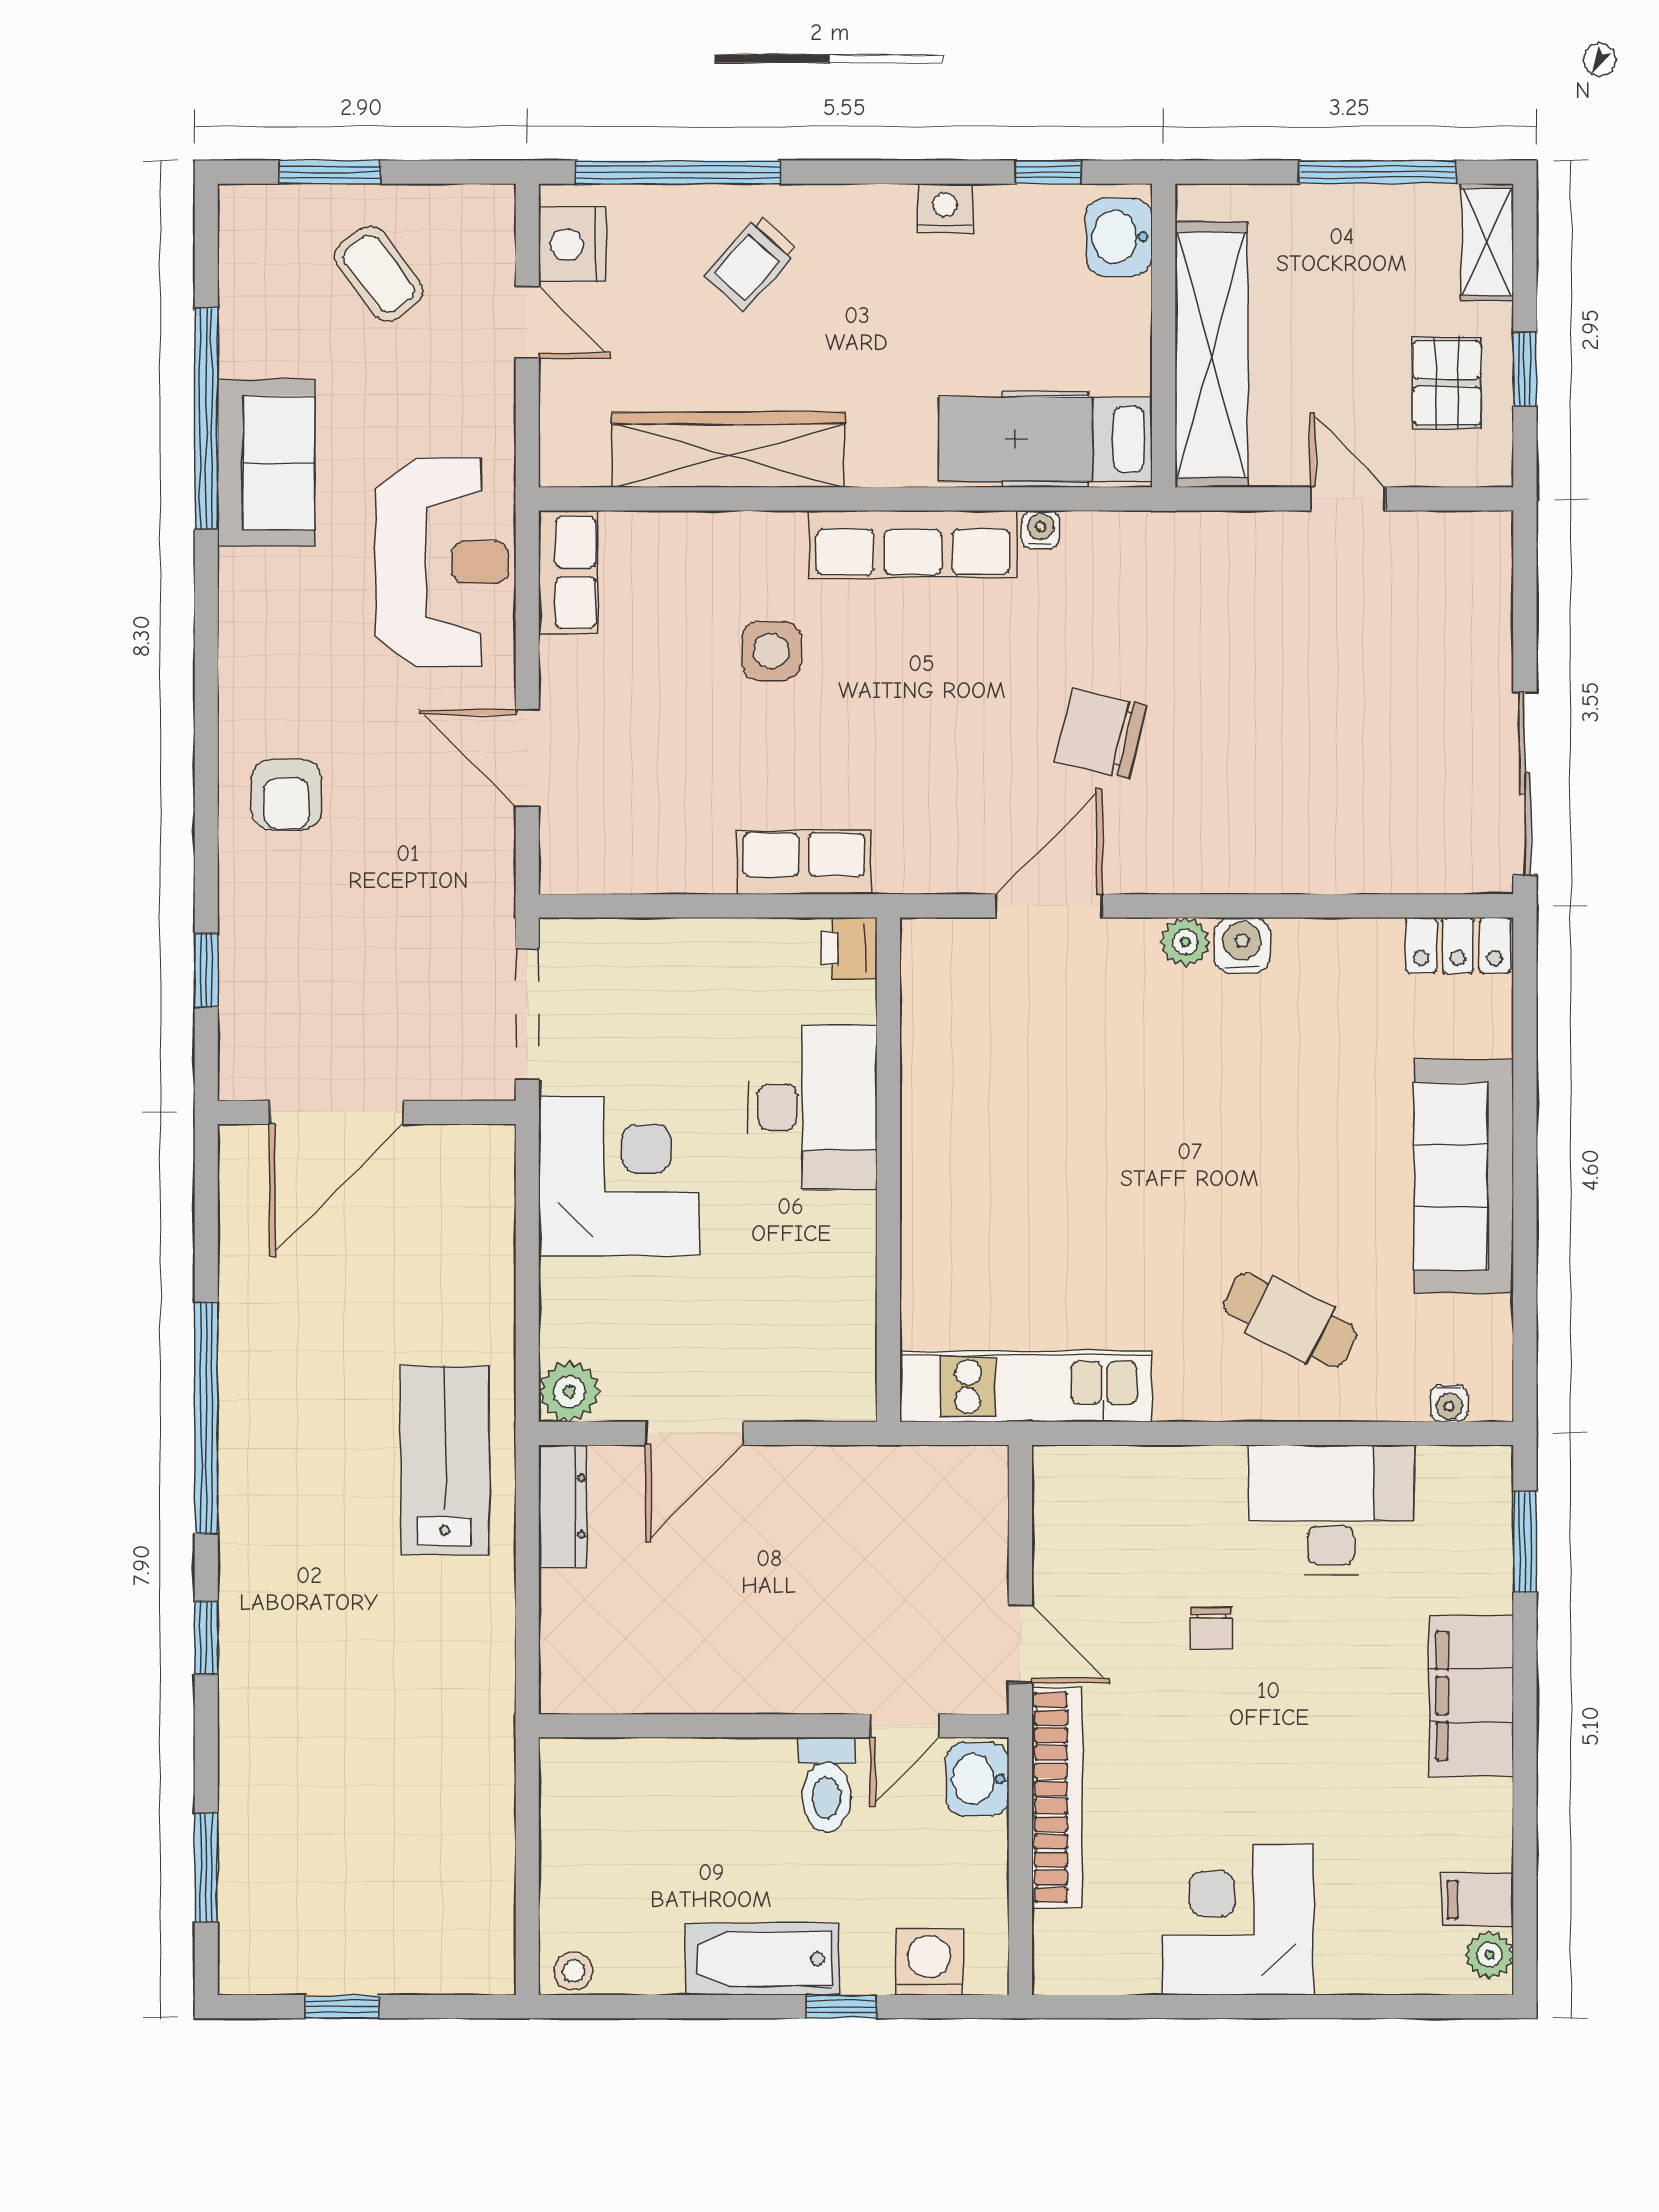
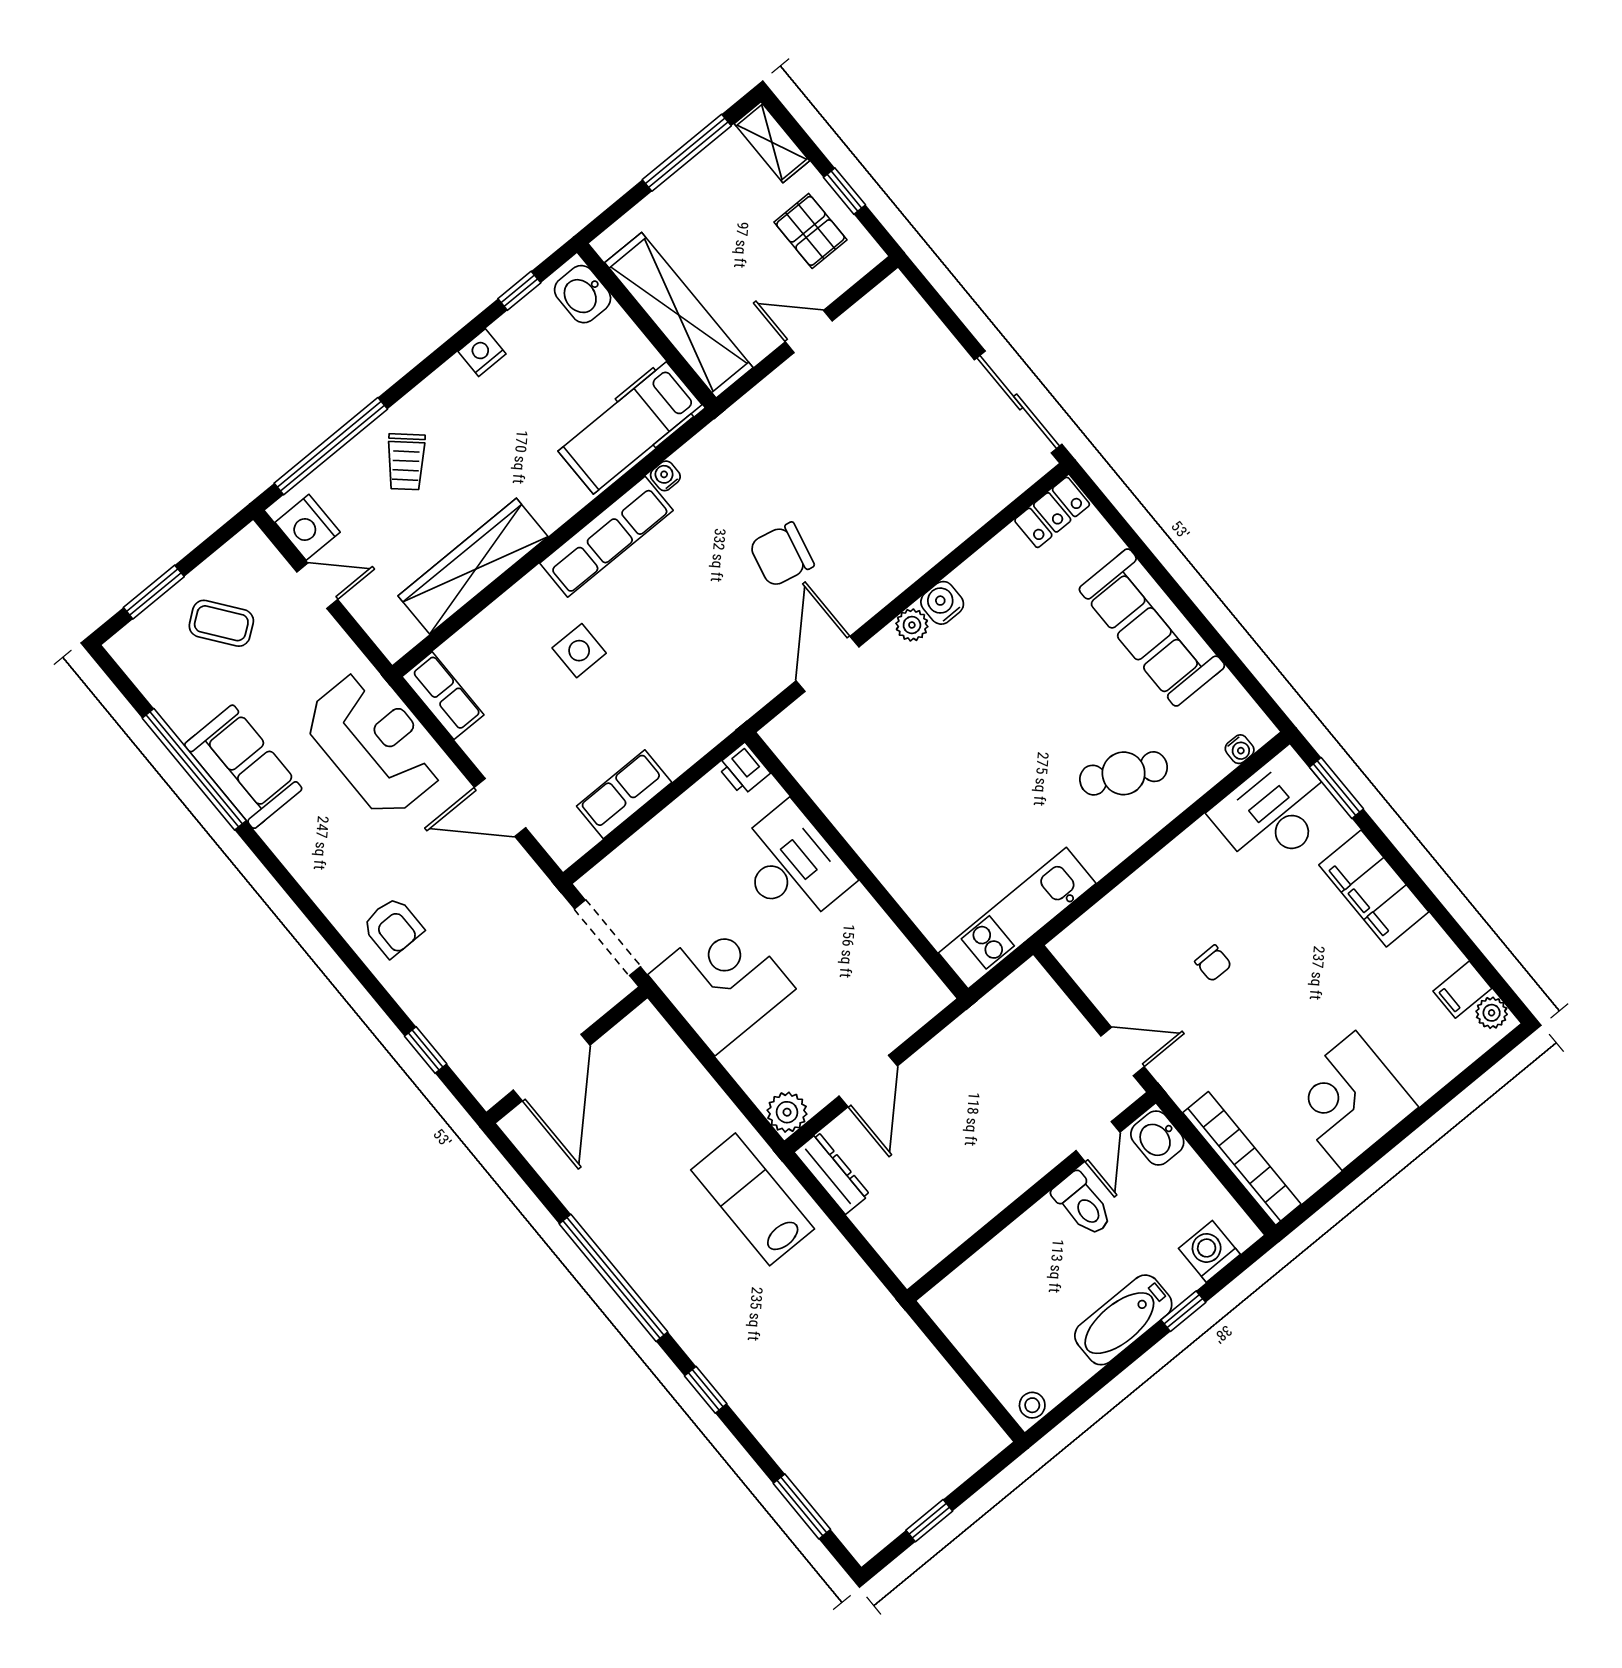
row of seats: (804, 862) -> (624, 794), moved
desk: (1331, 1510) -> (1275, 811), moved
bookcase: (1057, 1797) -> (1242, 1158), moved

